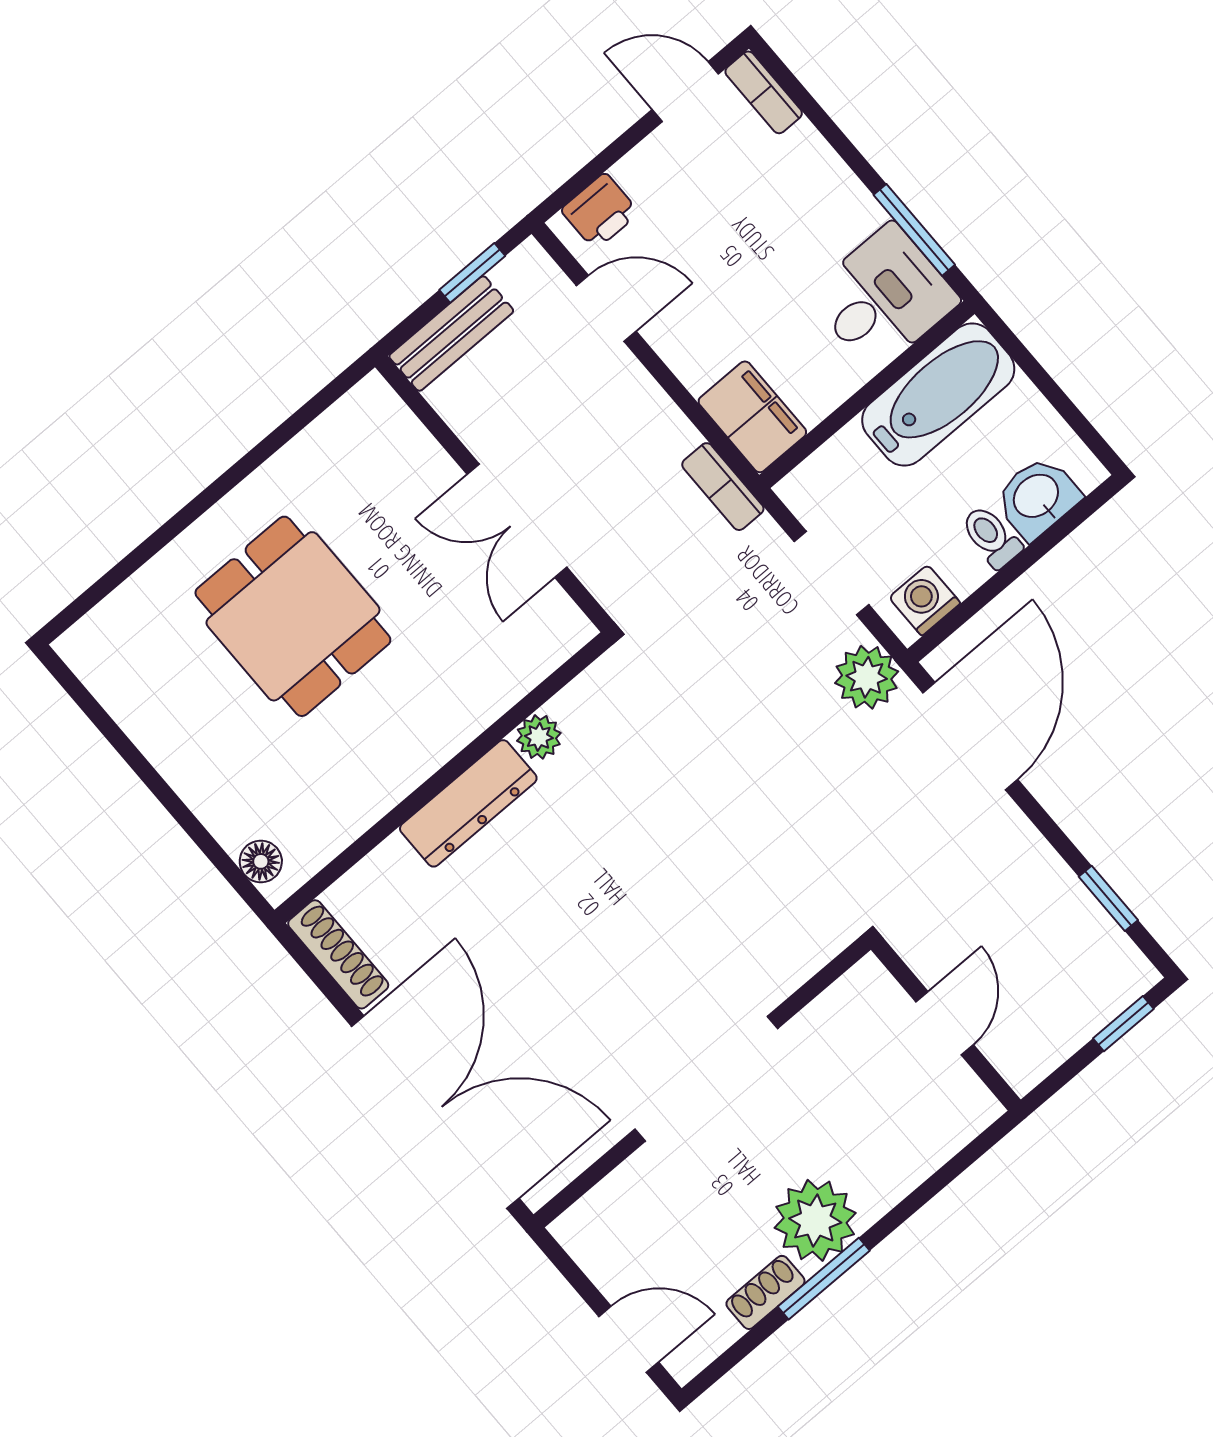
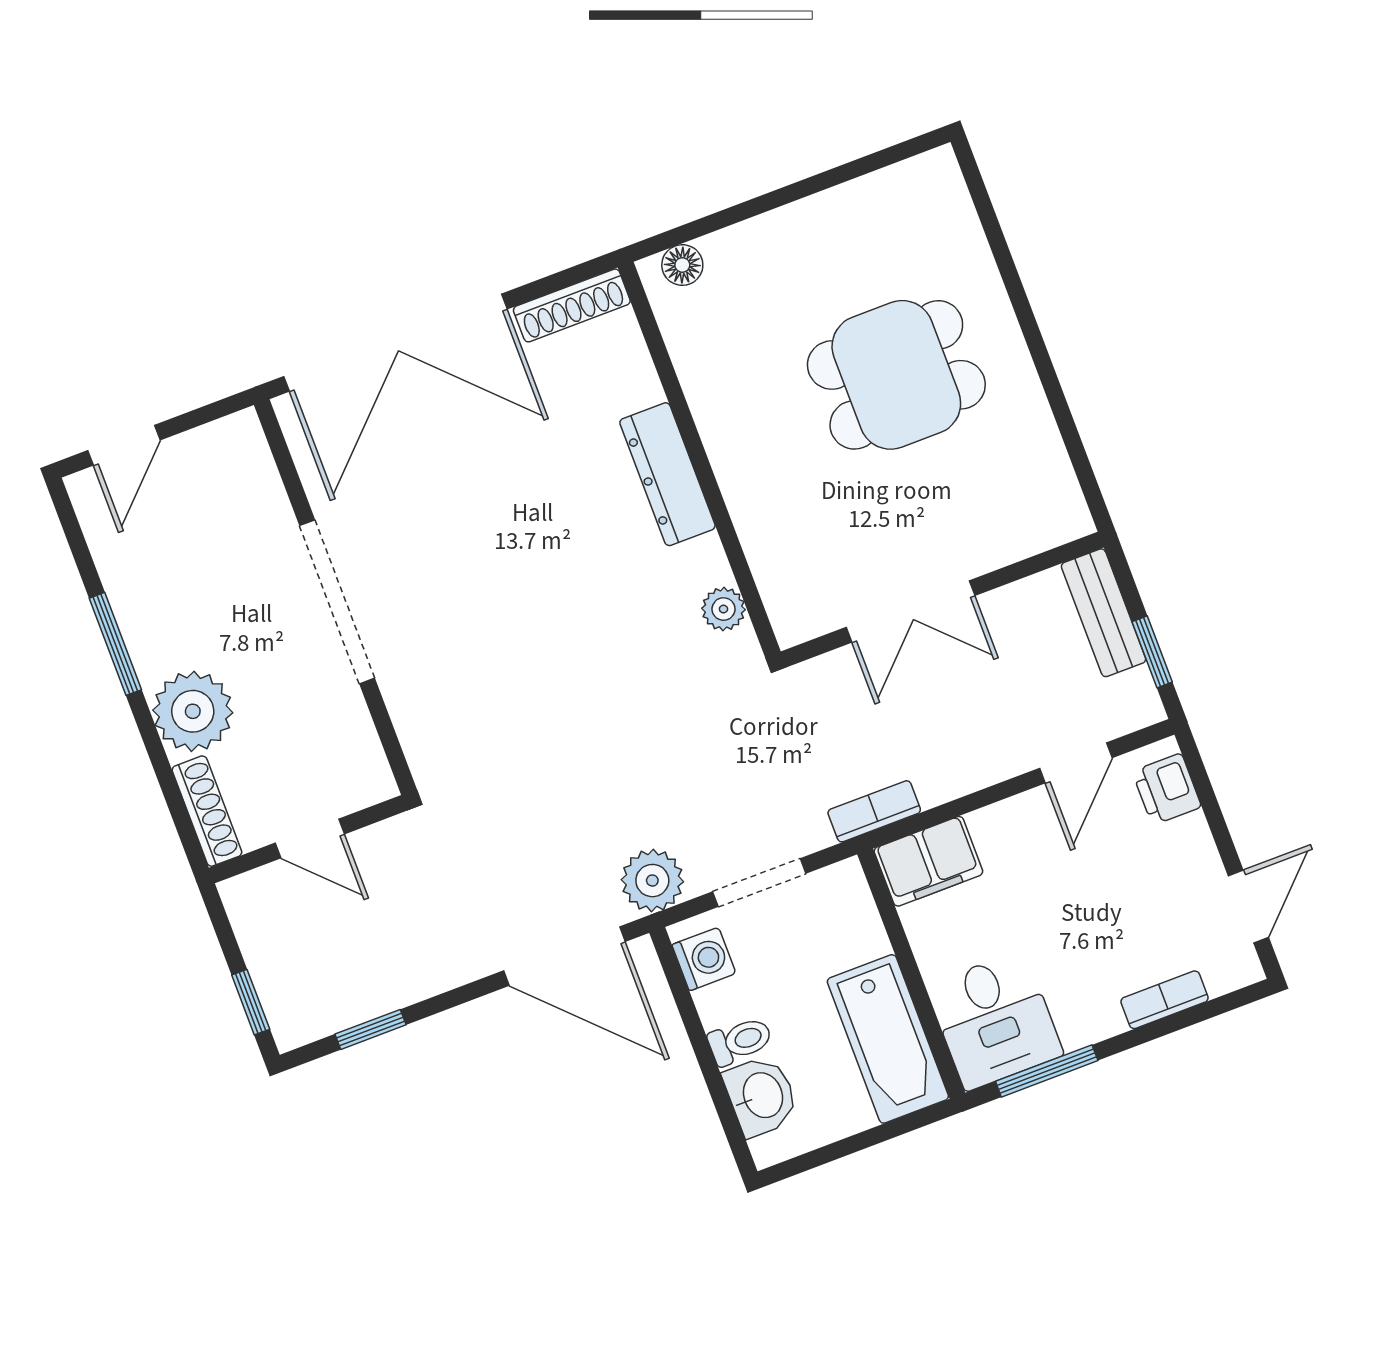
bookcase: (764, 92) -> (1164, 1000), moved
double door: (517, 521) -> (910, 611), swing flipped
plant: (539, 737) -> (724, 609), moved
plant: (815, 1220) -> (193, 711), moved
shoe rack: (765, 1292) -> (207, 811), moved, width x1.43

